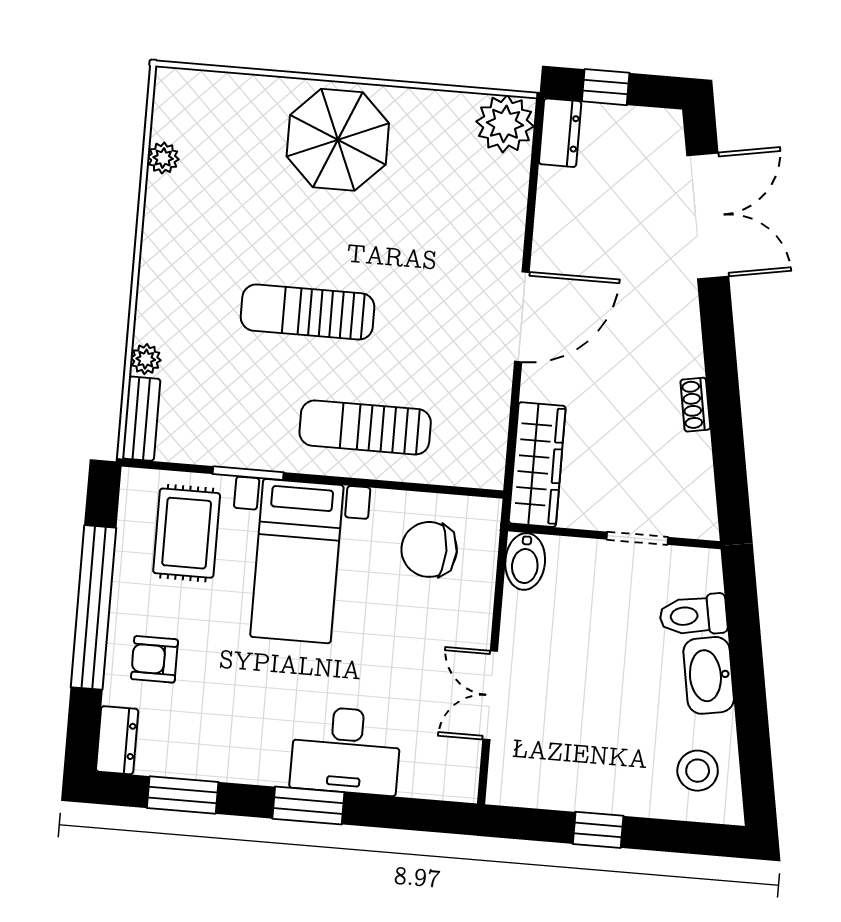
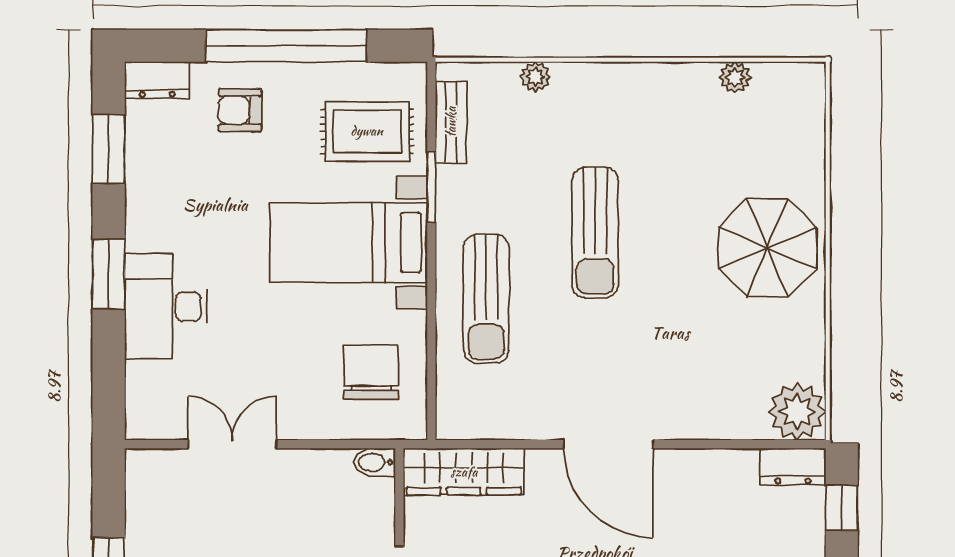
sun lounger: (308, 312) -> (595, 232), turned 180
bench: (141, 419) -> (451, 122), moved, turned 90
sun lounger: (365, 427) -> (486, 299), turned 180
bidet: (525, 561) -> (375, 462), width x0.72, depth x0.74
armchair: (154, 659) -> (240, 110), turned -90

